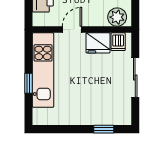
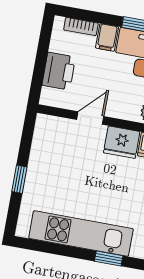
kitchen unit: (43, 70) -> (81, 234), moved, turned -90

